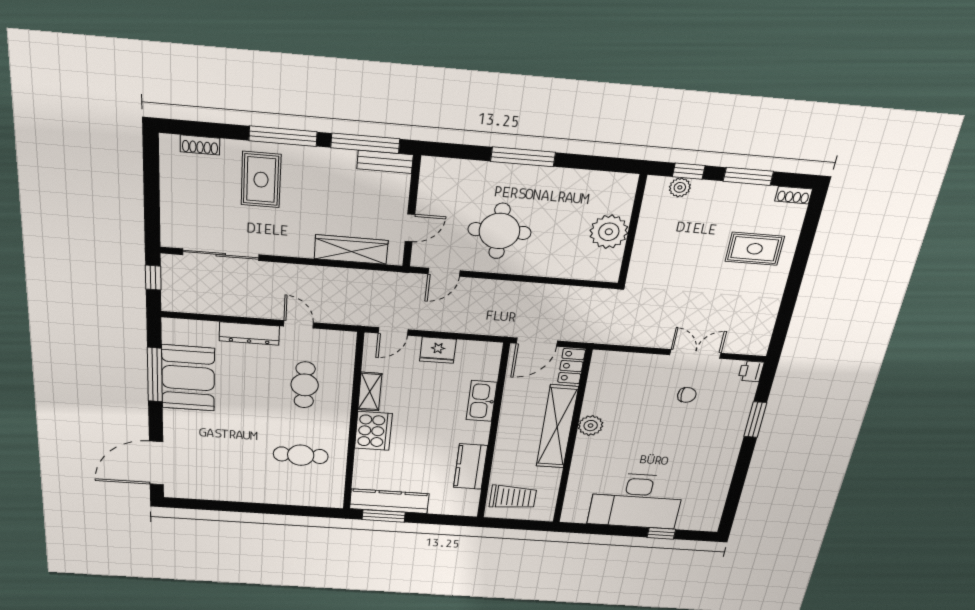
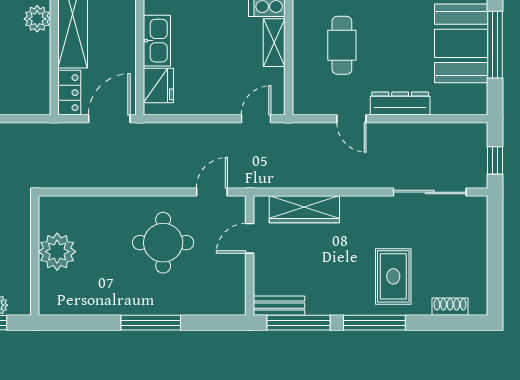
fridge: (438, 350) -> (158, 85), moved, turned 90

